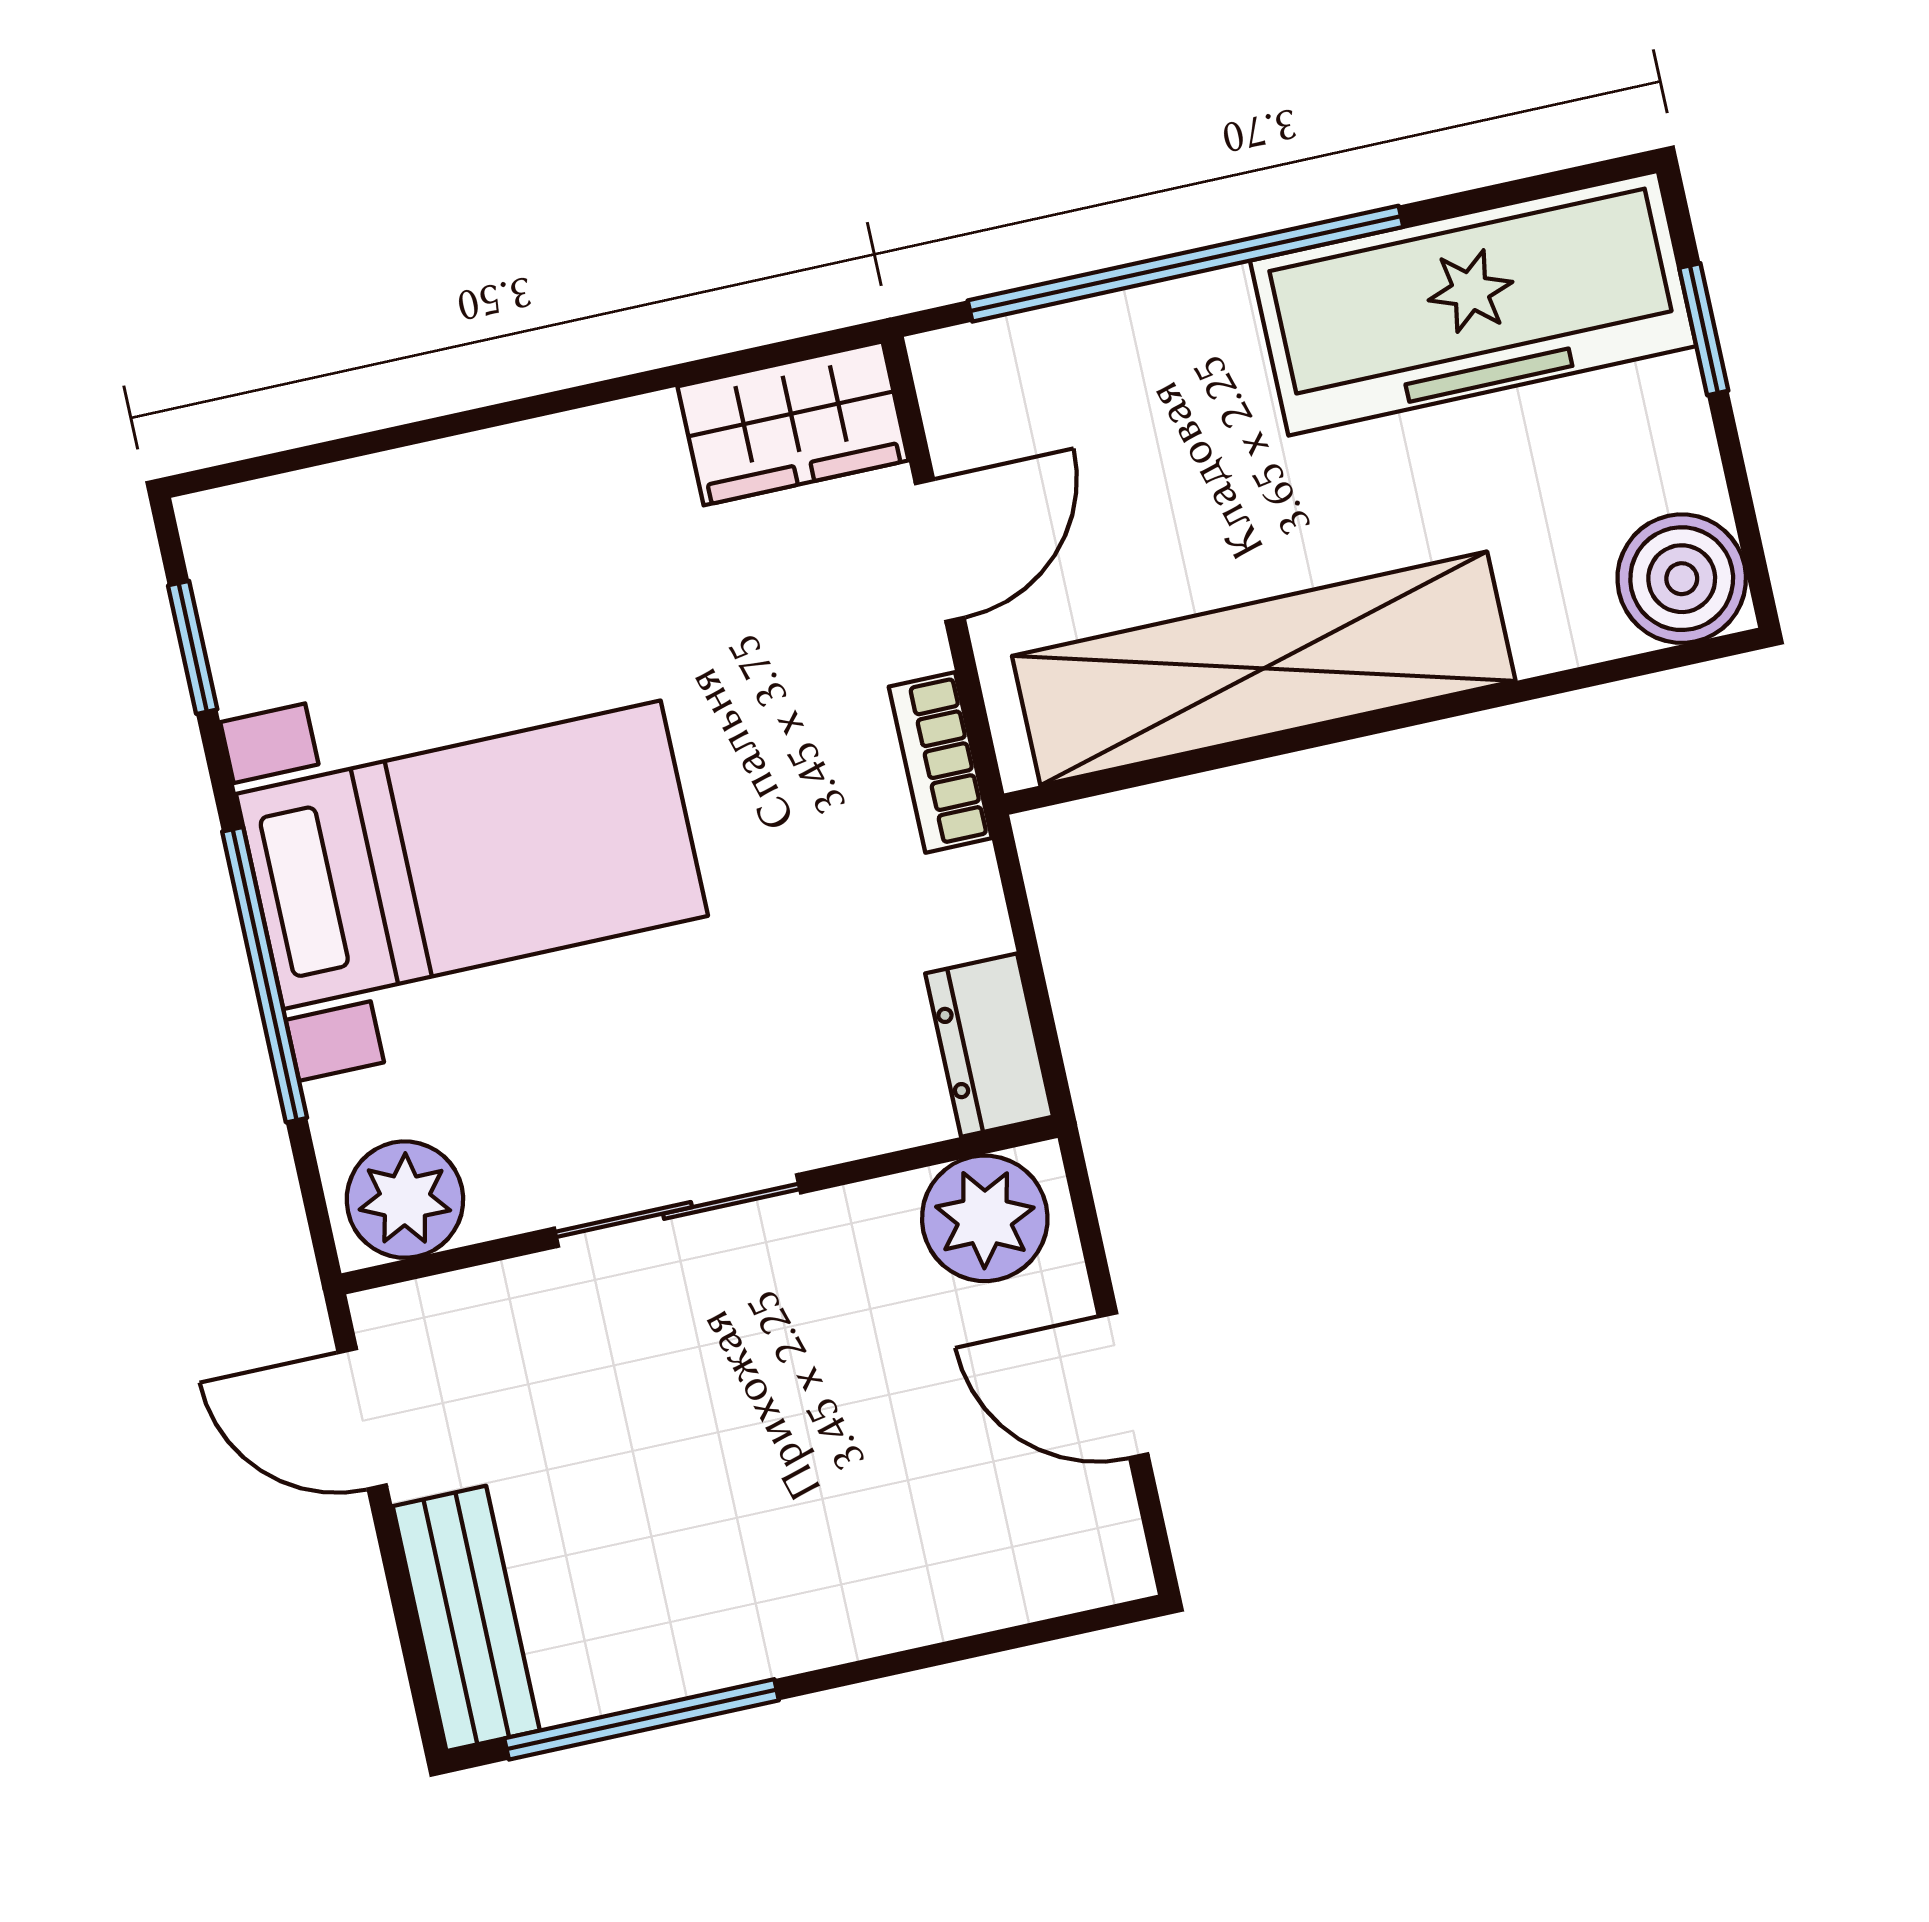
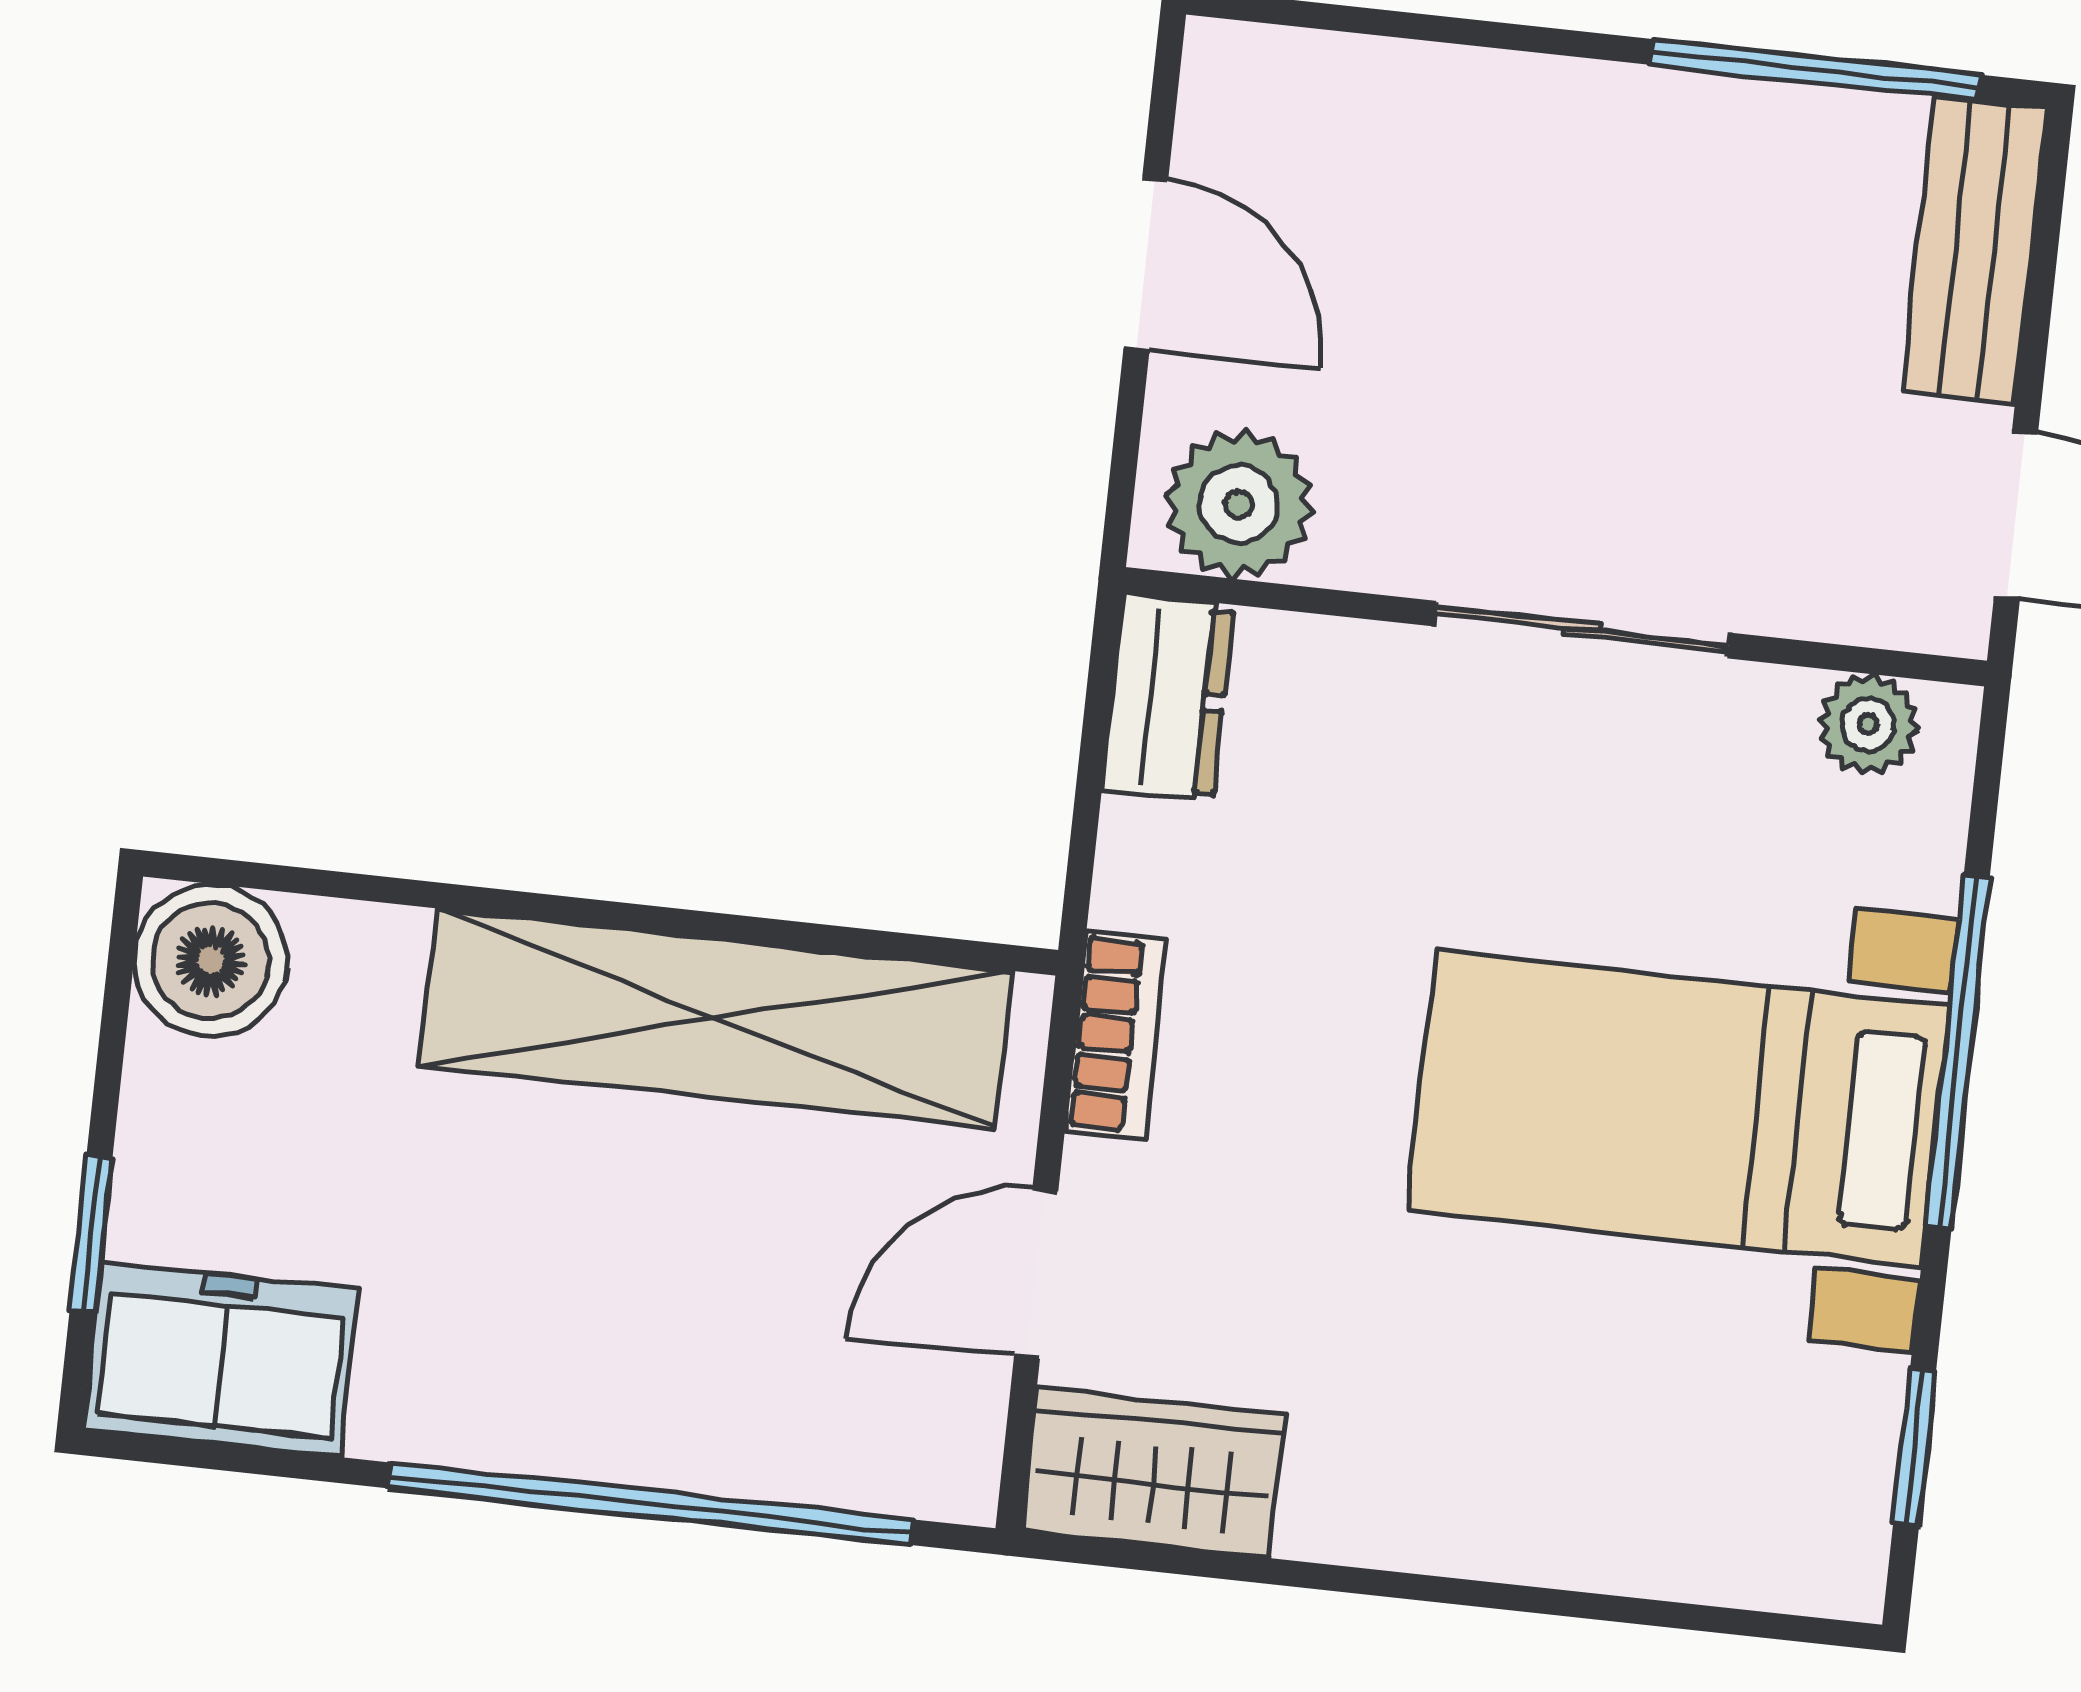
freezer: (1473, 303) -> (221, 1359), width x0.52, depth x0.79
plant: (405, 1200) -> (1868, 724), width x0.73, depth x0.73

